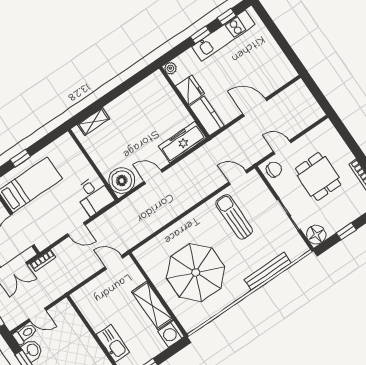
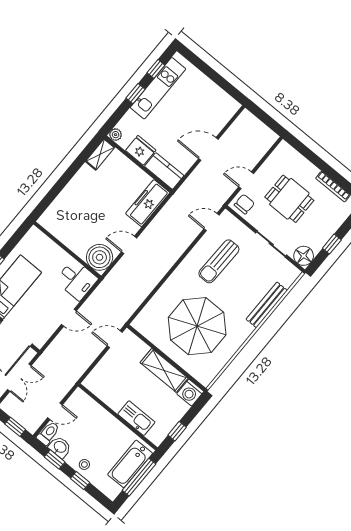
shelving: (94, 122) -> (100, 154), moved
sun lounger: (234, 217) -> (219, 261), turned -89
bookcase: (43, 260) -> (45, 357), removed

